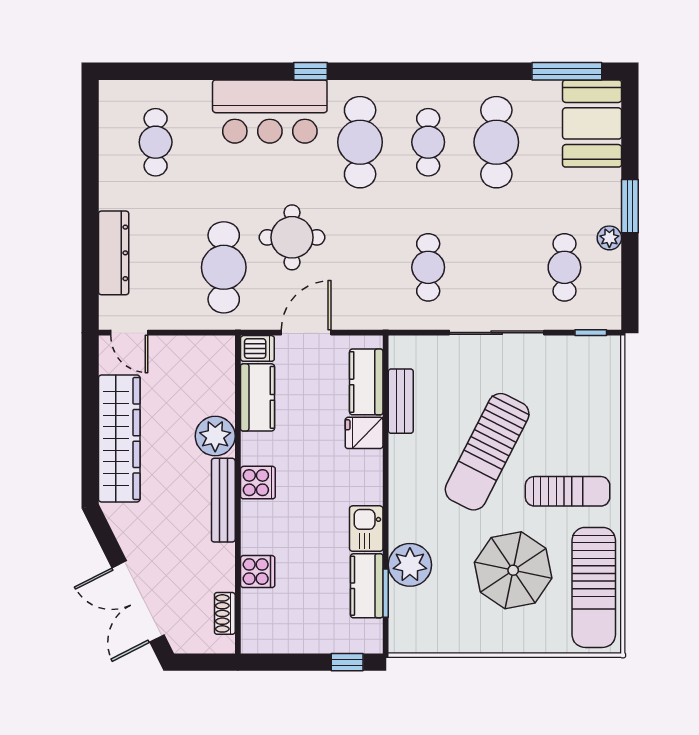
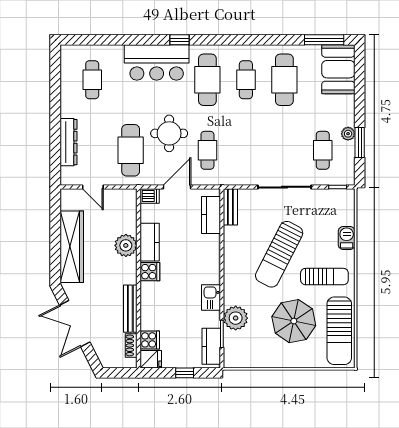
window: (630, 206) -> (360, 143), moved
cafe table: (428, 267) -> (207, 150), moved
door: (129, 333) -> (93, 187), moved
kitchen counter: (258, 397) -> (150, 242), moved
bench: (401, 401) -> (230, 207), moved
barbecue: (607, 423) -> (347, 238), added
fridge: (364, 433) -> (151, 359), moved, turned 180
bench: (223, 500) -> (130, 309), moved
cooker: (258, 572) -> (150, 340), moved
kitchen counter: (367, 586) -> (211, 346), moved
double door: (138, 601) -> (75, 324), moved
window: (347, 662) -> (185, 373), moved

